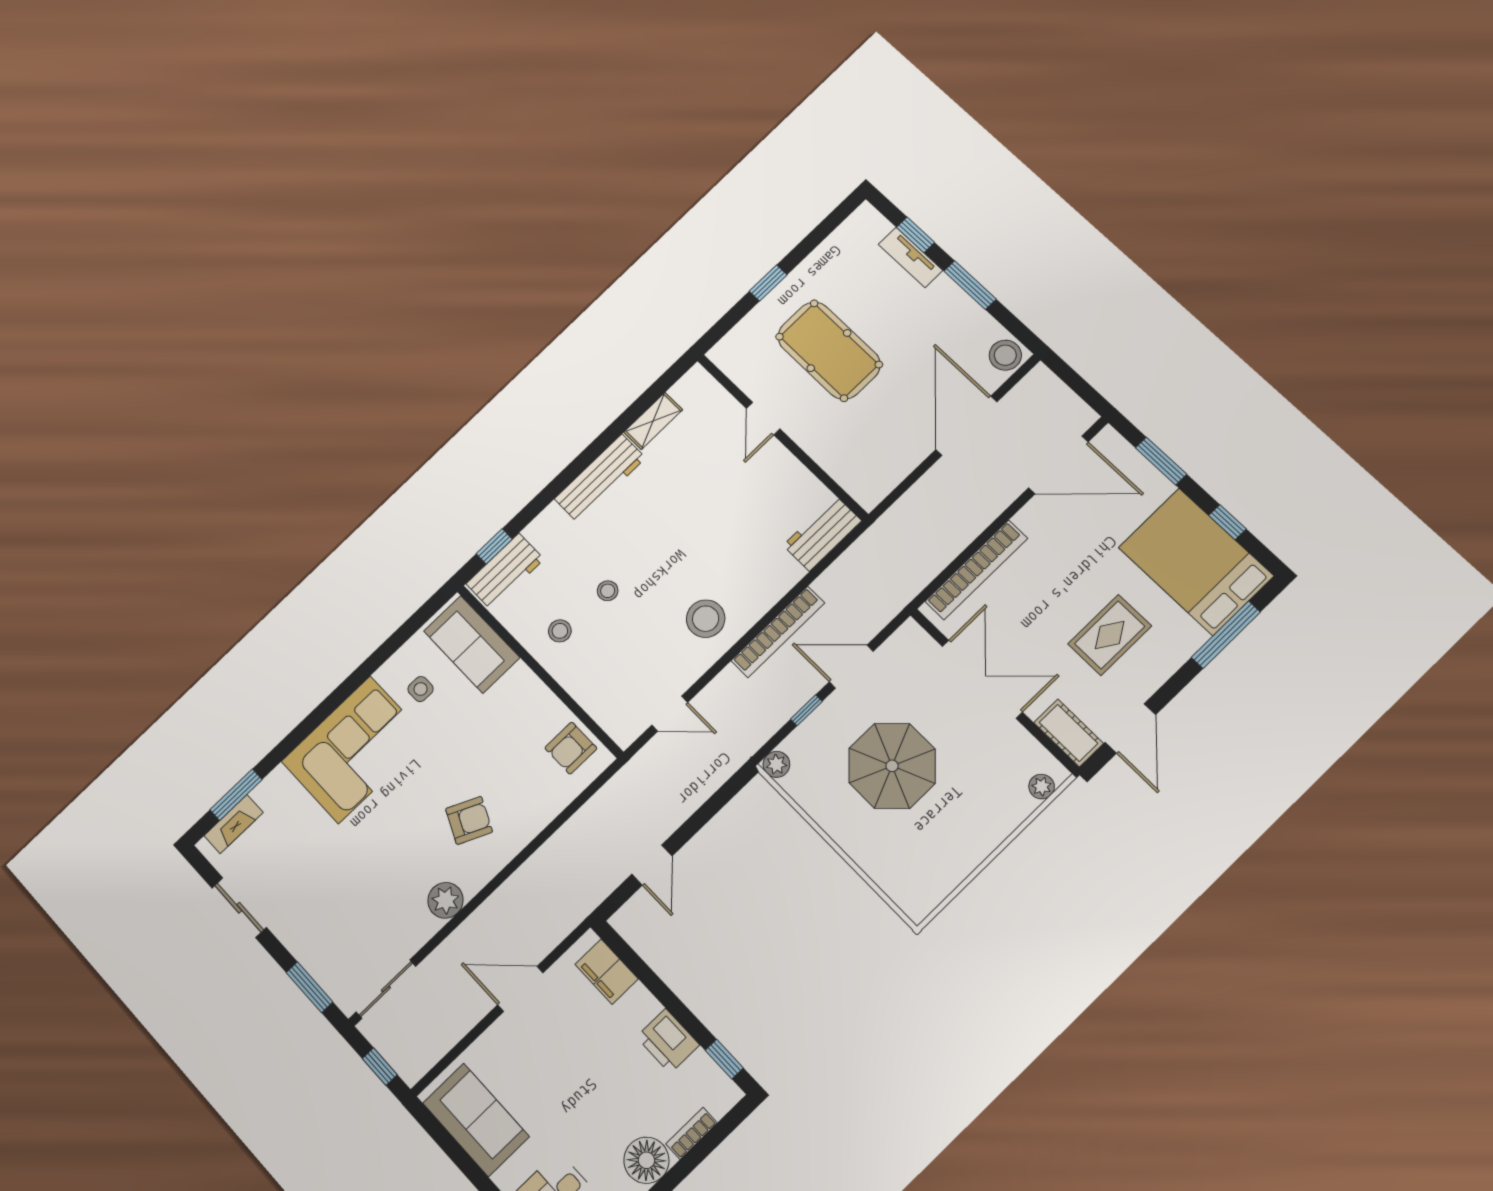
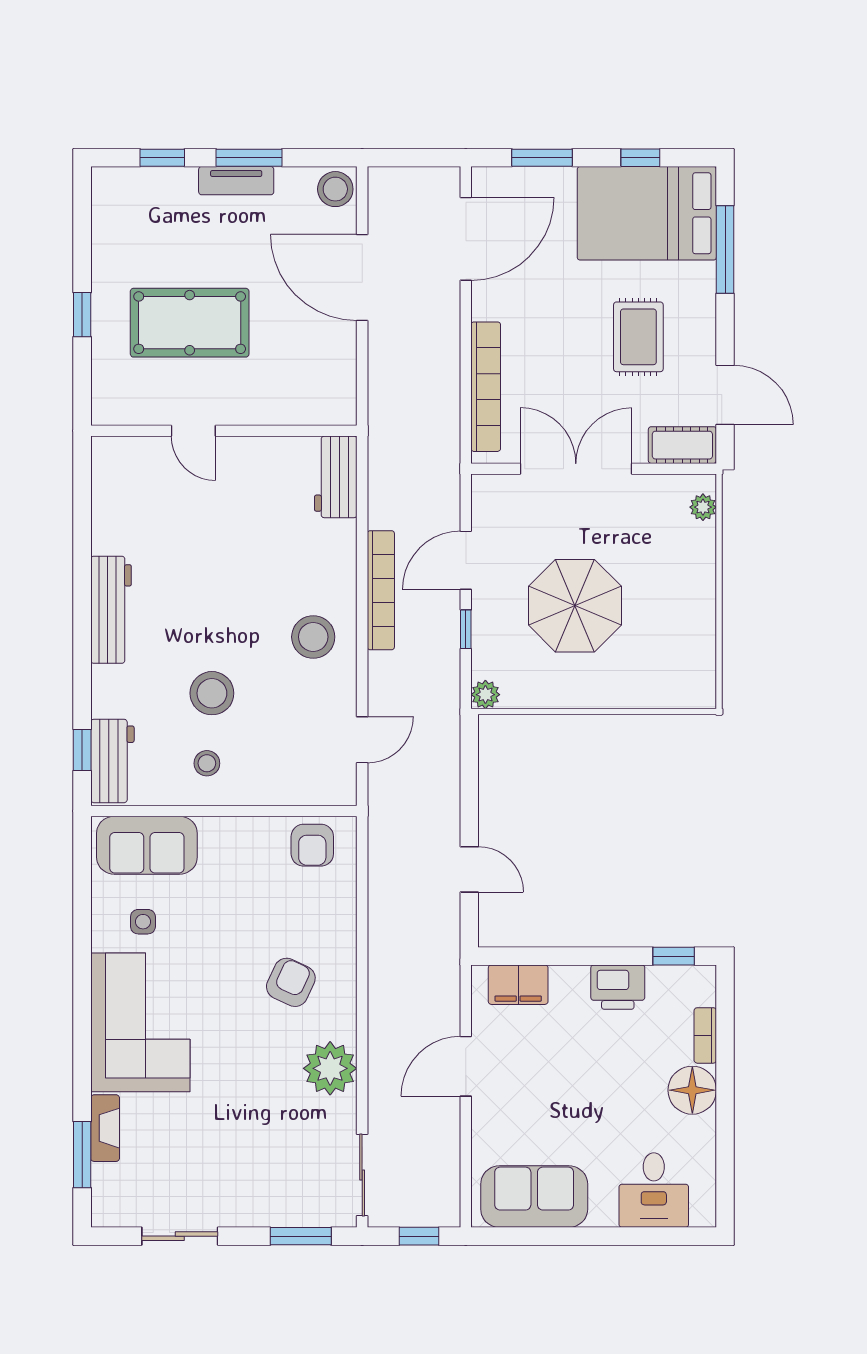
tv unit: (911, 257) -> (236, 181), moved
shelving: (653, 421) -> (106, 520), removed
stool: (608, 591) -> (212, 693), width x1.89, depth x1.89
fireplace: (234, 824) -> (105, 1128), moved
plant: (446, 900) -> (330, 1068), width x1.36, depth x1.36

